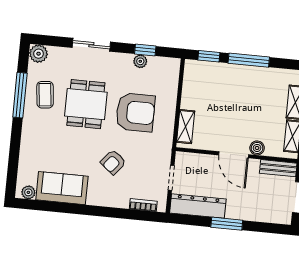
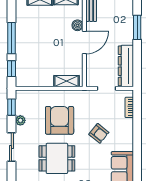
sliding door: (91, 45) -> (11, 147), moved
window: (145, 50) -> (11, 107), moved
window: (227, 224) -> (137, 27), moved

